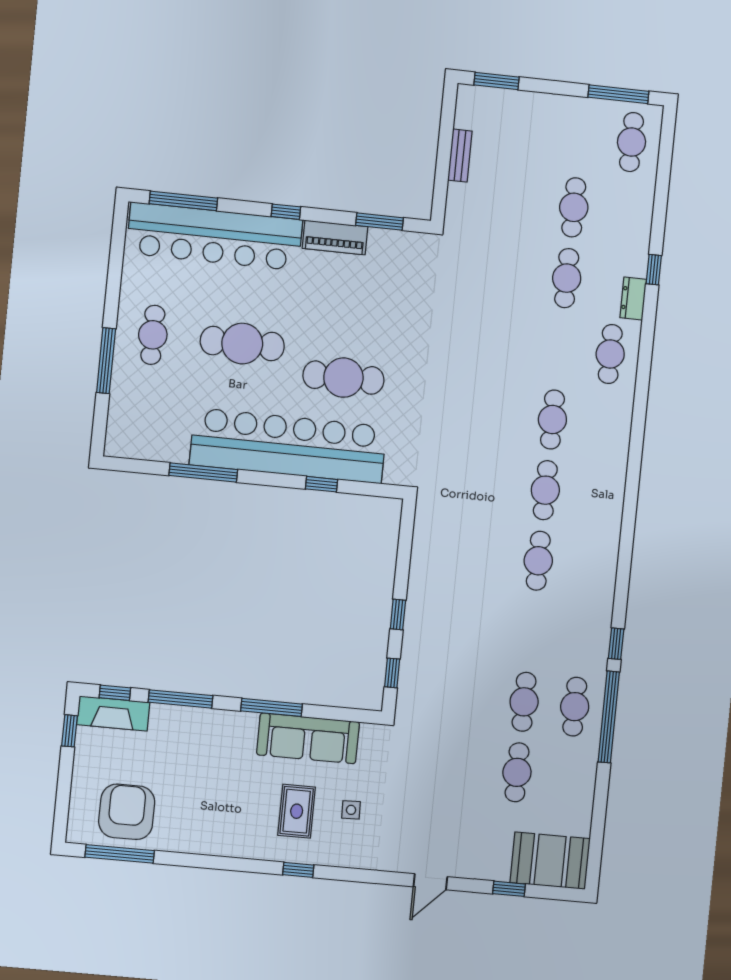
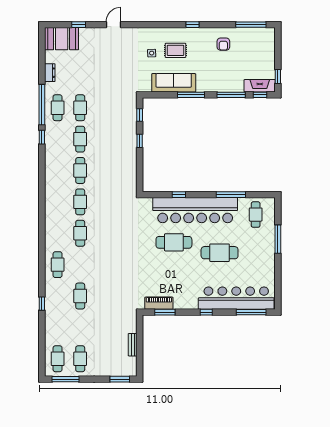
cafe table: (574, 207) -> (80, 359), moved
piano: (335, 237) -> (159, 303), moved
dresser: (633, 298) -> (50, 73), moved
cafe table: (153, 335) -> (256, 215), moved
cafe table: (517, 772) -> (80, 139), moved
rug: (297, 811) -> (175, 50), turned 90
armchair: (127, 812) -> (223, 44), moved, width x0.53, depth x0.53
window: (298, 870) -> (192, 25), moved

